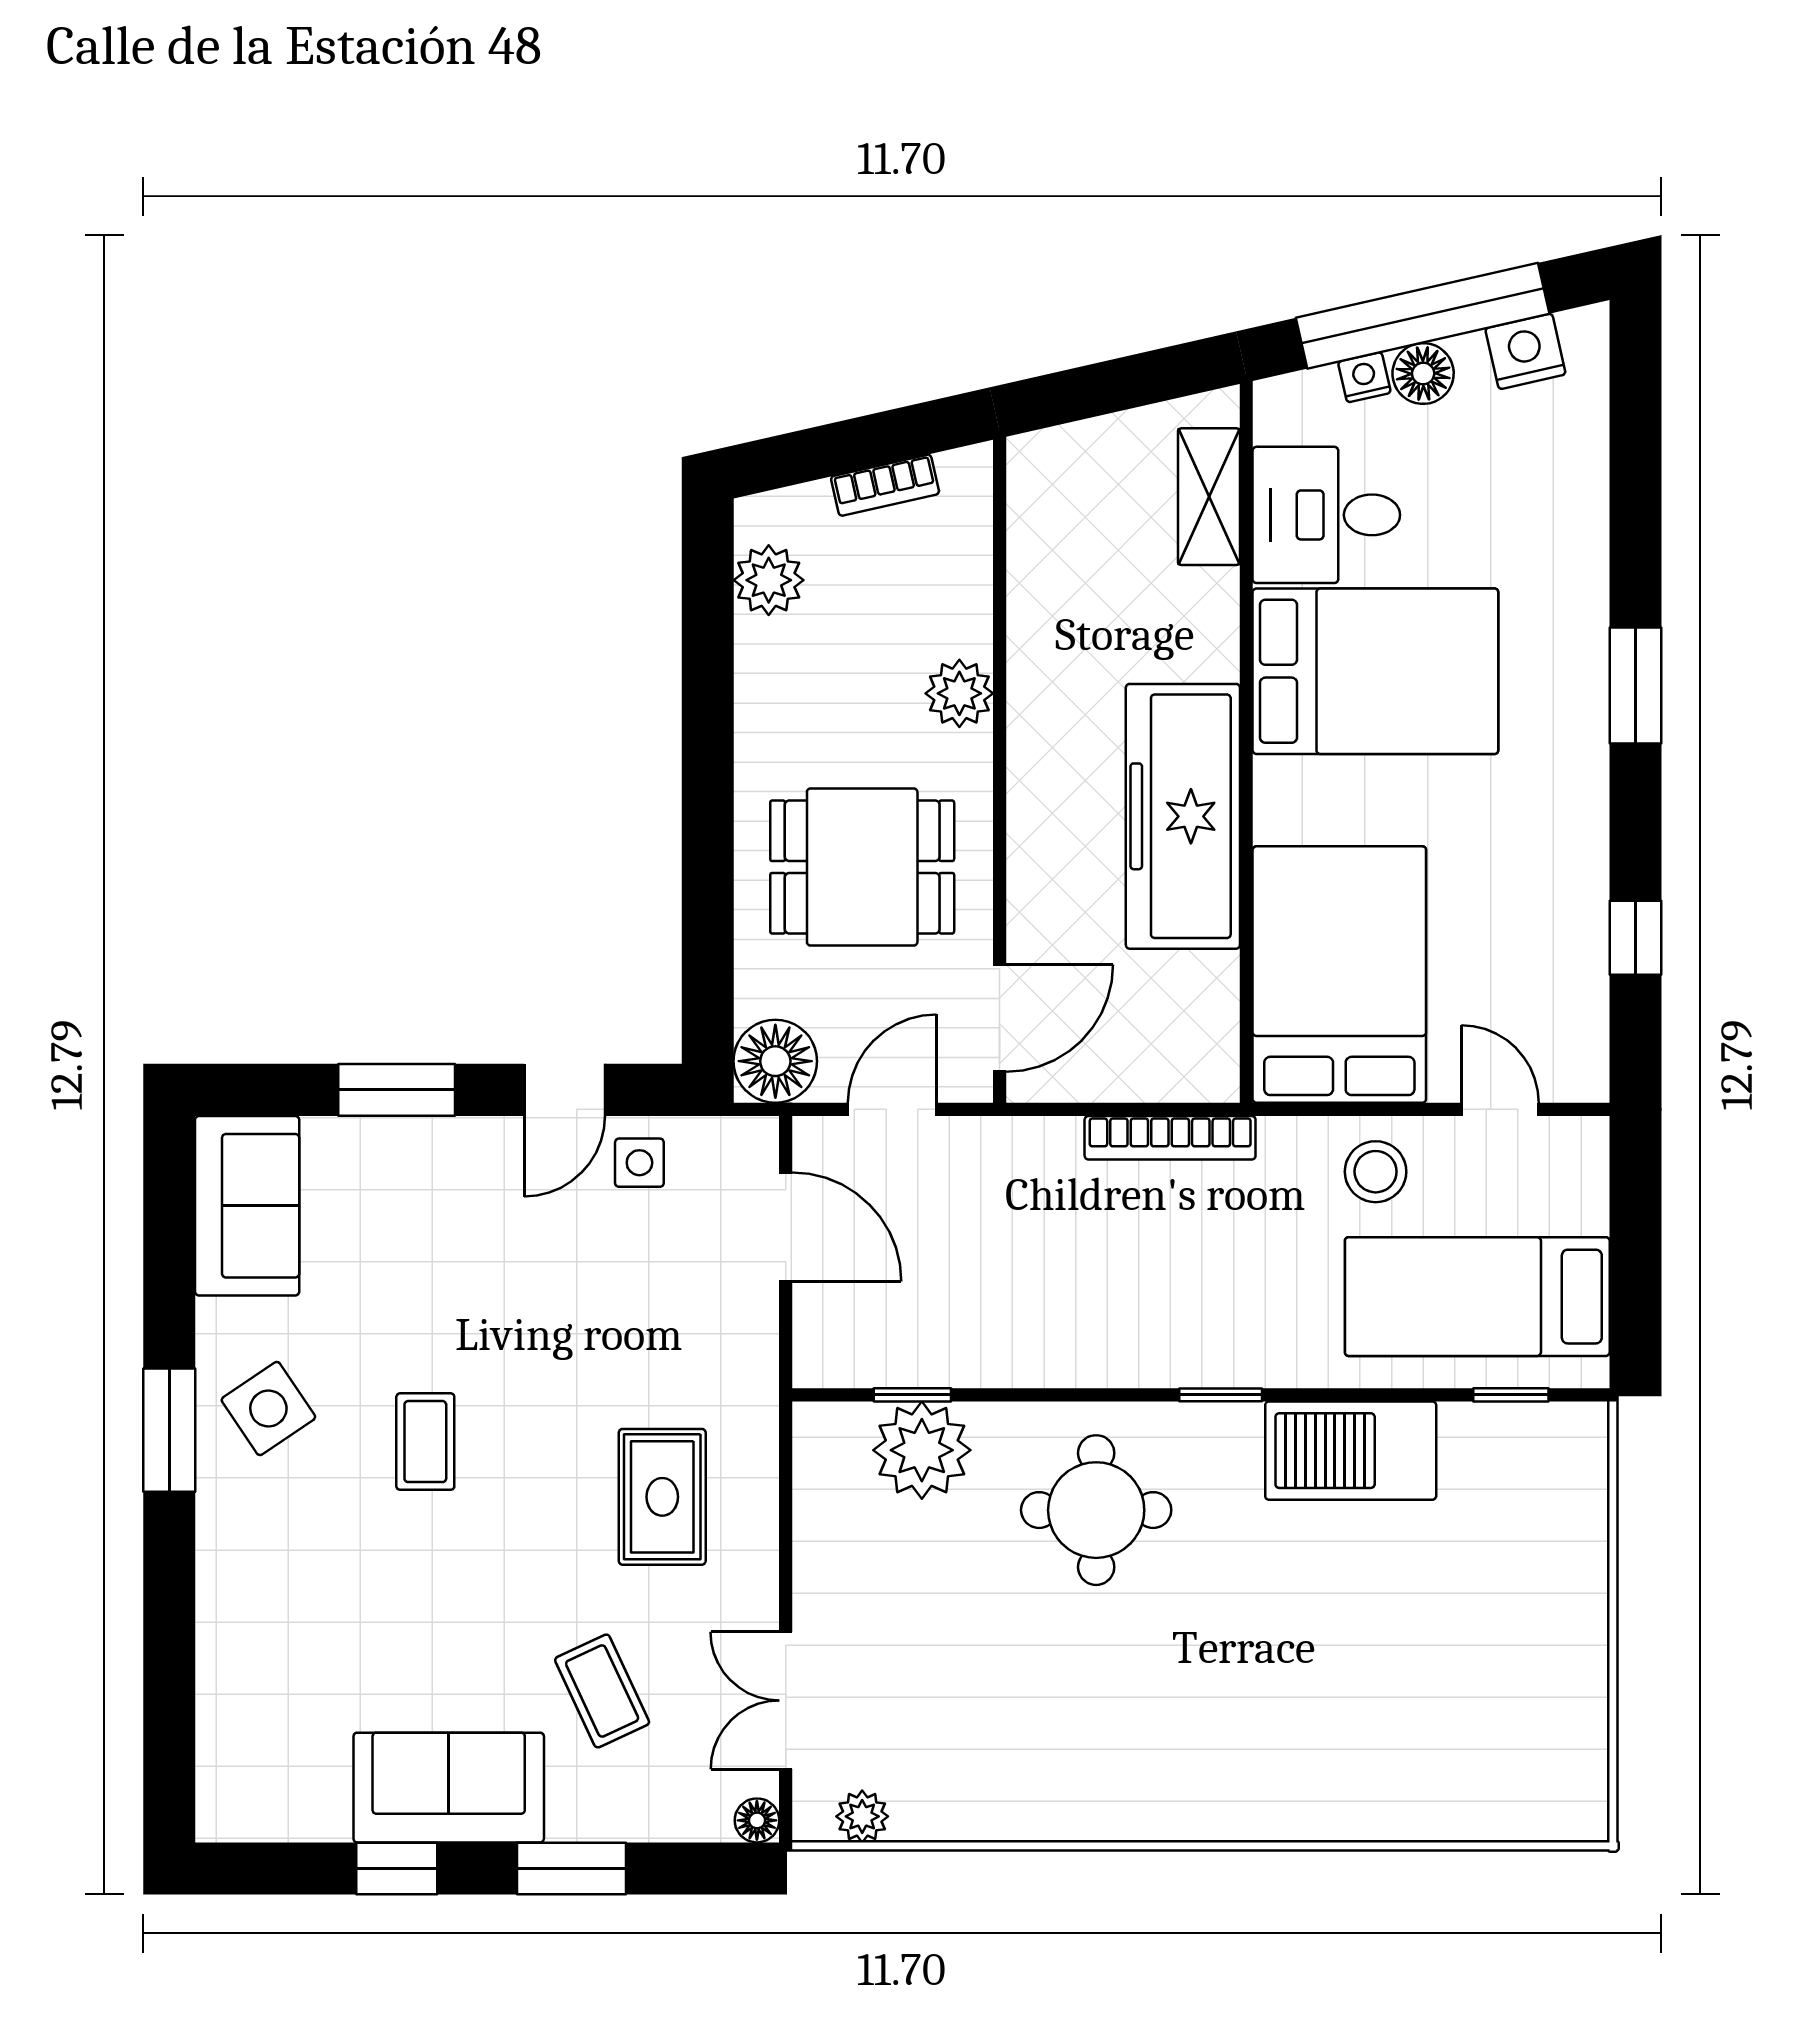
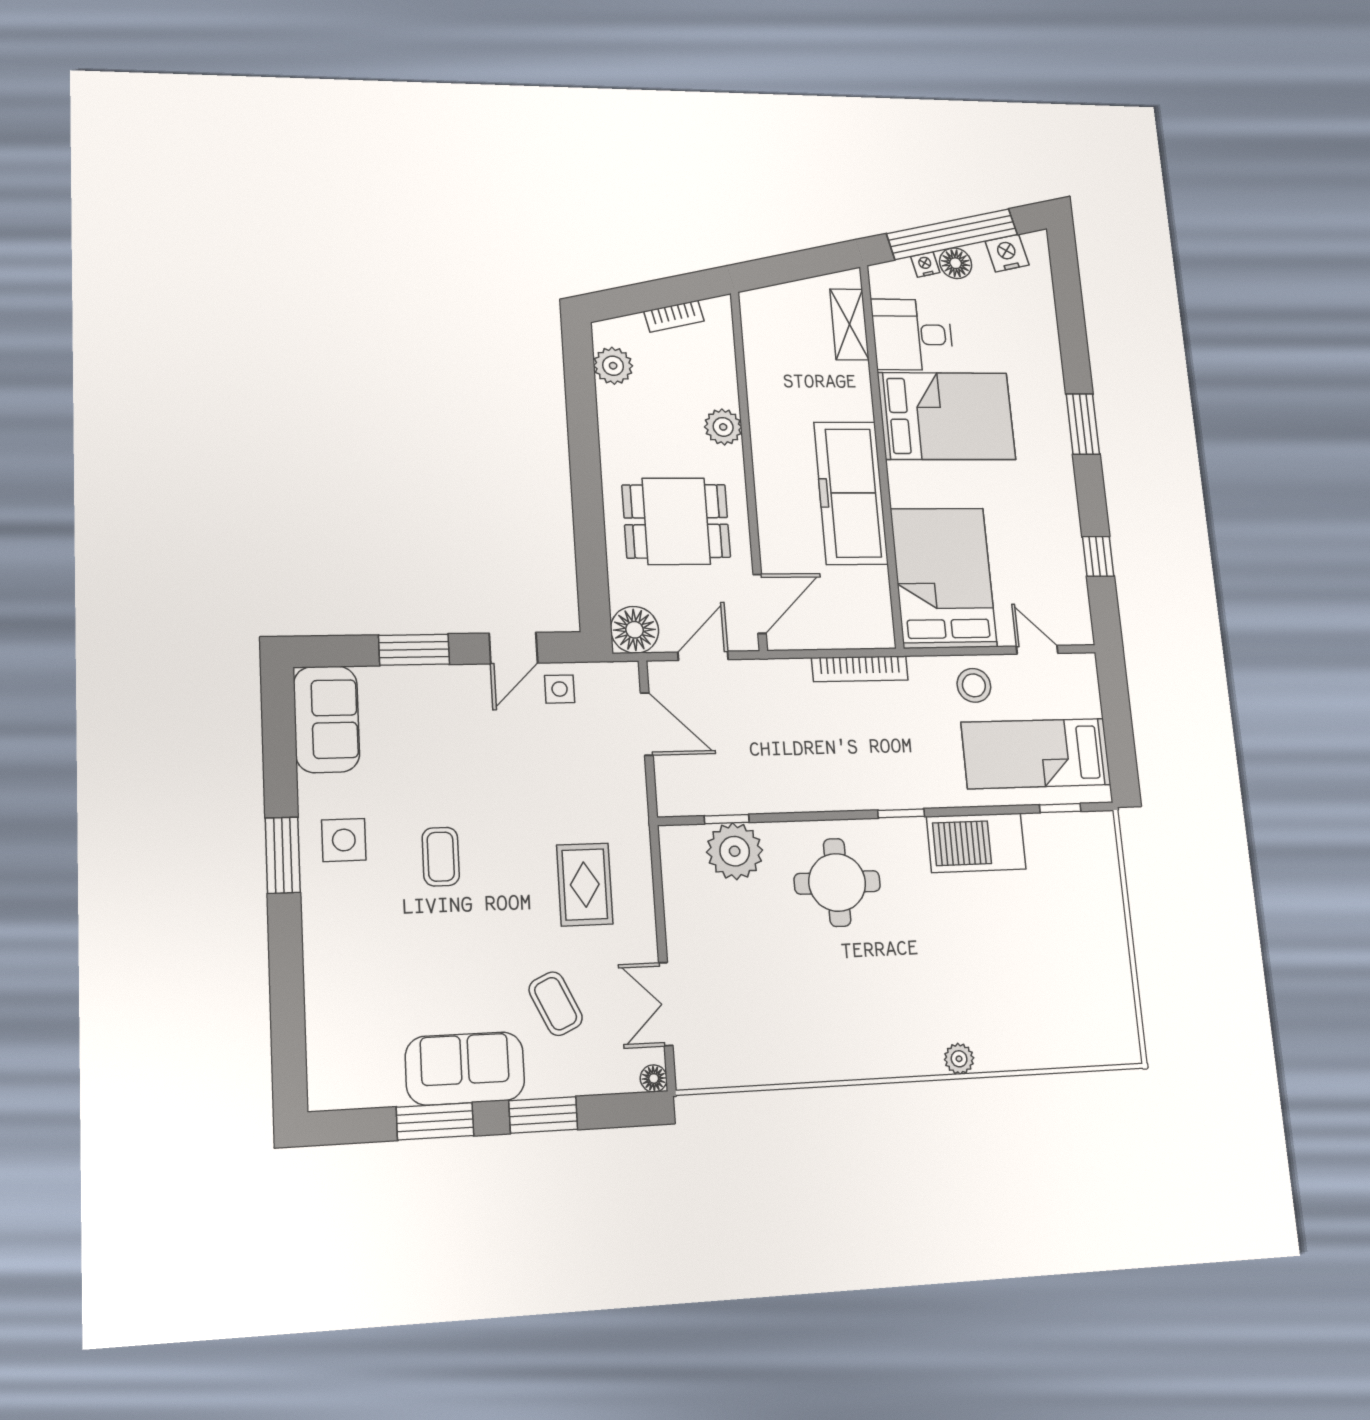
side table: (268, 1408) -> (344, 840), turned 34
plant: (862, 1816) -> (959, 1059), moved
window: (397, 1868) -> (435, 1121), width x1.50

